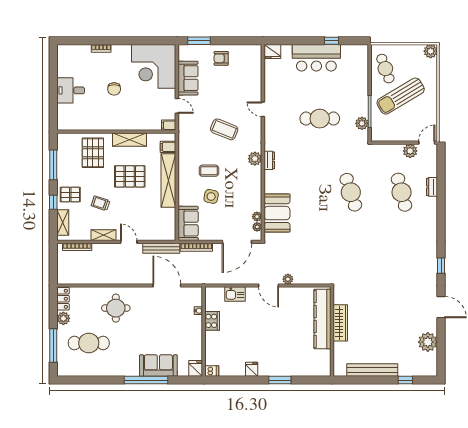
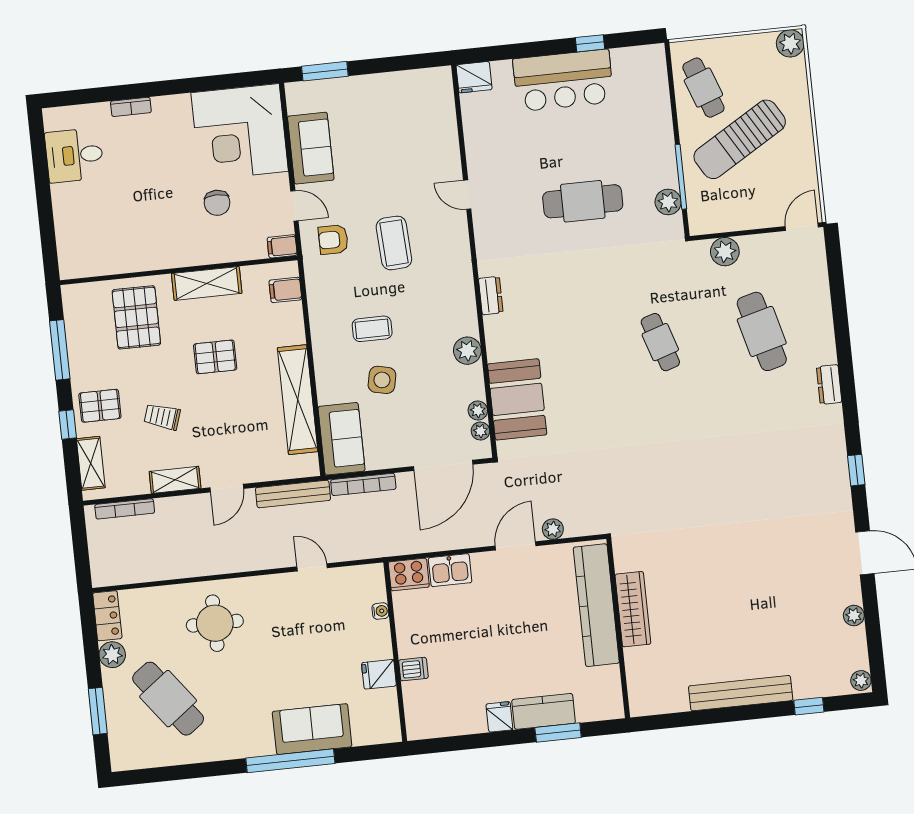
armchair: (221, 58) -> (333, 240), moved
chair: (114, 89) -> (217, 203), moved
desk: (71, 90) -> (74, 155), moved
coffee table: (224, 129) -> (394, 243), turned 65
plant: (410, 151) -> (725, 252), moved
plant: (255, 159) -> (467, 351), moved
pallet: (130, 176) -> (215, 357), width x0.67, depth x0.71
shelving: (168, 180) -> (298, 400), moved
dresser: (432, 187) -> (829, 384), moved
cafe table: (351, 192) -> (660, 342), width x0.73, depth x0.74
door: (129, 242) -> (227, 488), swing flipped
door: (167, 286) -> (312, 567), width x0.53
door: (269, 286) -> (516, 546), swing flipped
kitchen counter: (322, 319) -> (596, 605), moved
cooker: (212, 321) -> (409, 574), moved, turned 90
wardrobe: (340, 323) -> (633, 609), moved
wall: (332, 332) -> (618, 628), moved
plant: (428, 342) -> (854, 616), width x0.53, depth x0.53
cafe table: (89, 343) -> (168, 699), turned 53
window: (53, 346) -> (98, 711), width x0.69
fridge: (196, 368) -> (379, 674), moved, turned -90
kitchen counter: (274, 369) -> (544, 711), added
plant: (432, 370) -> (861, 681), added
dishwasher: (212, 371) -> (413, 669), moved

